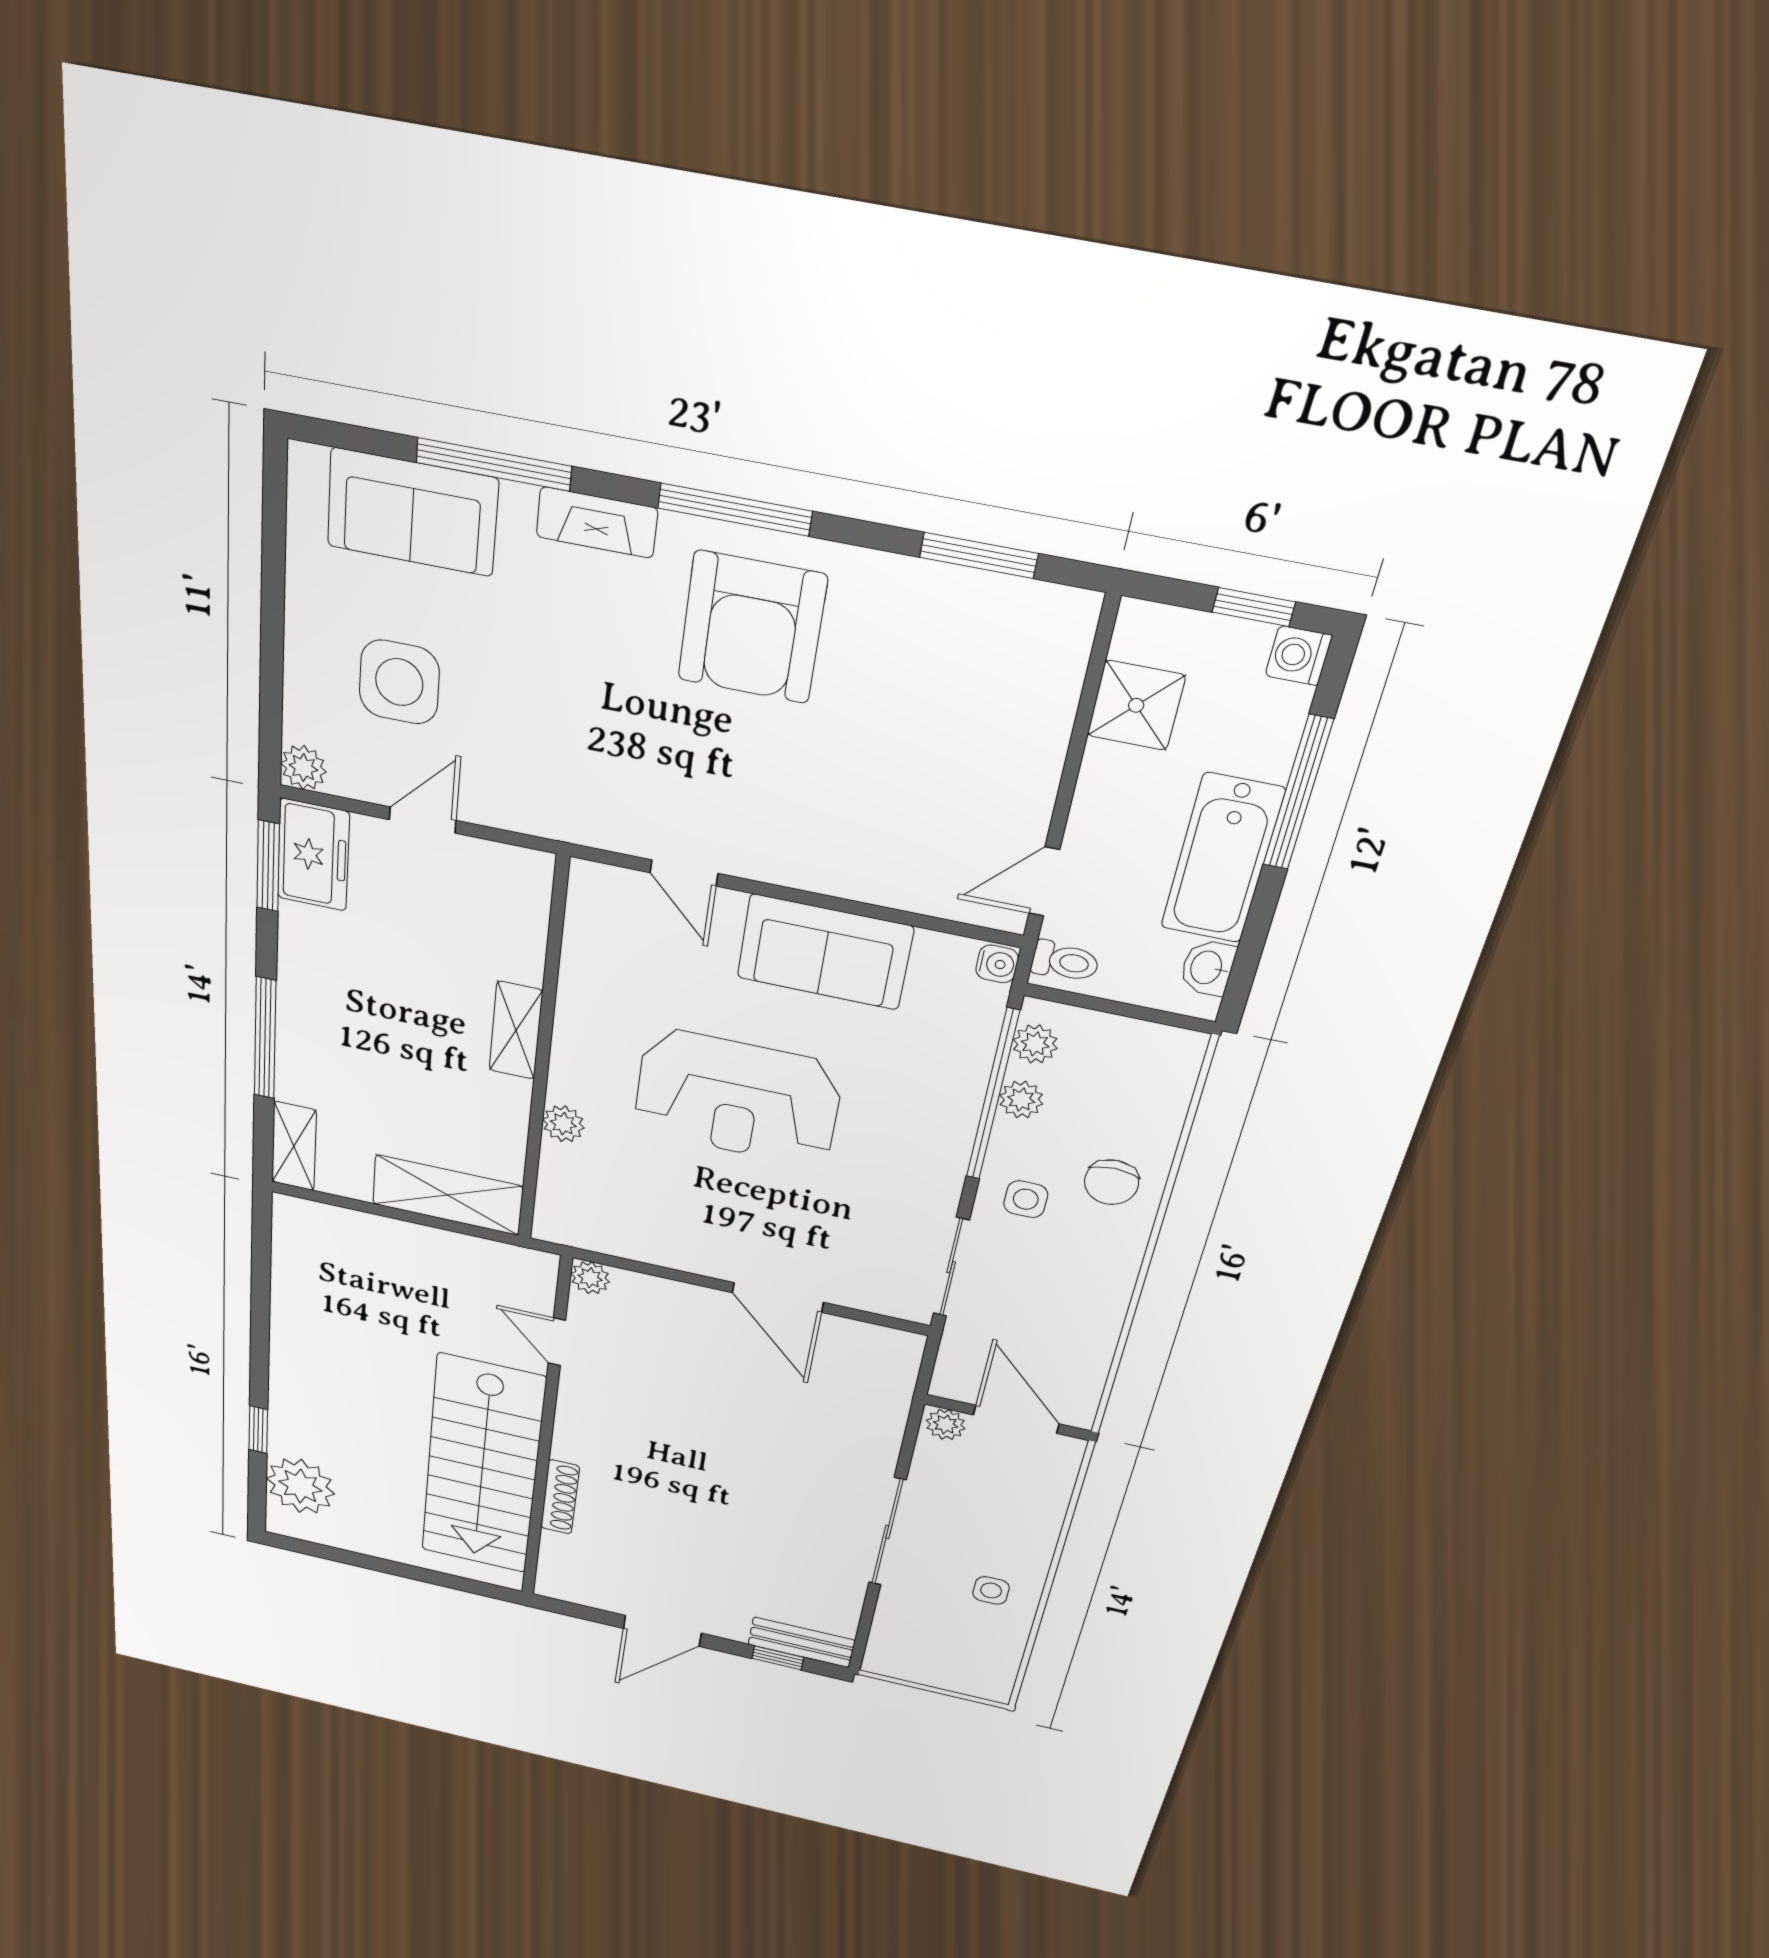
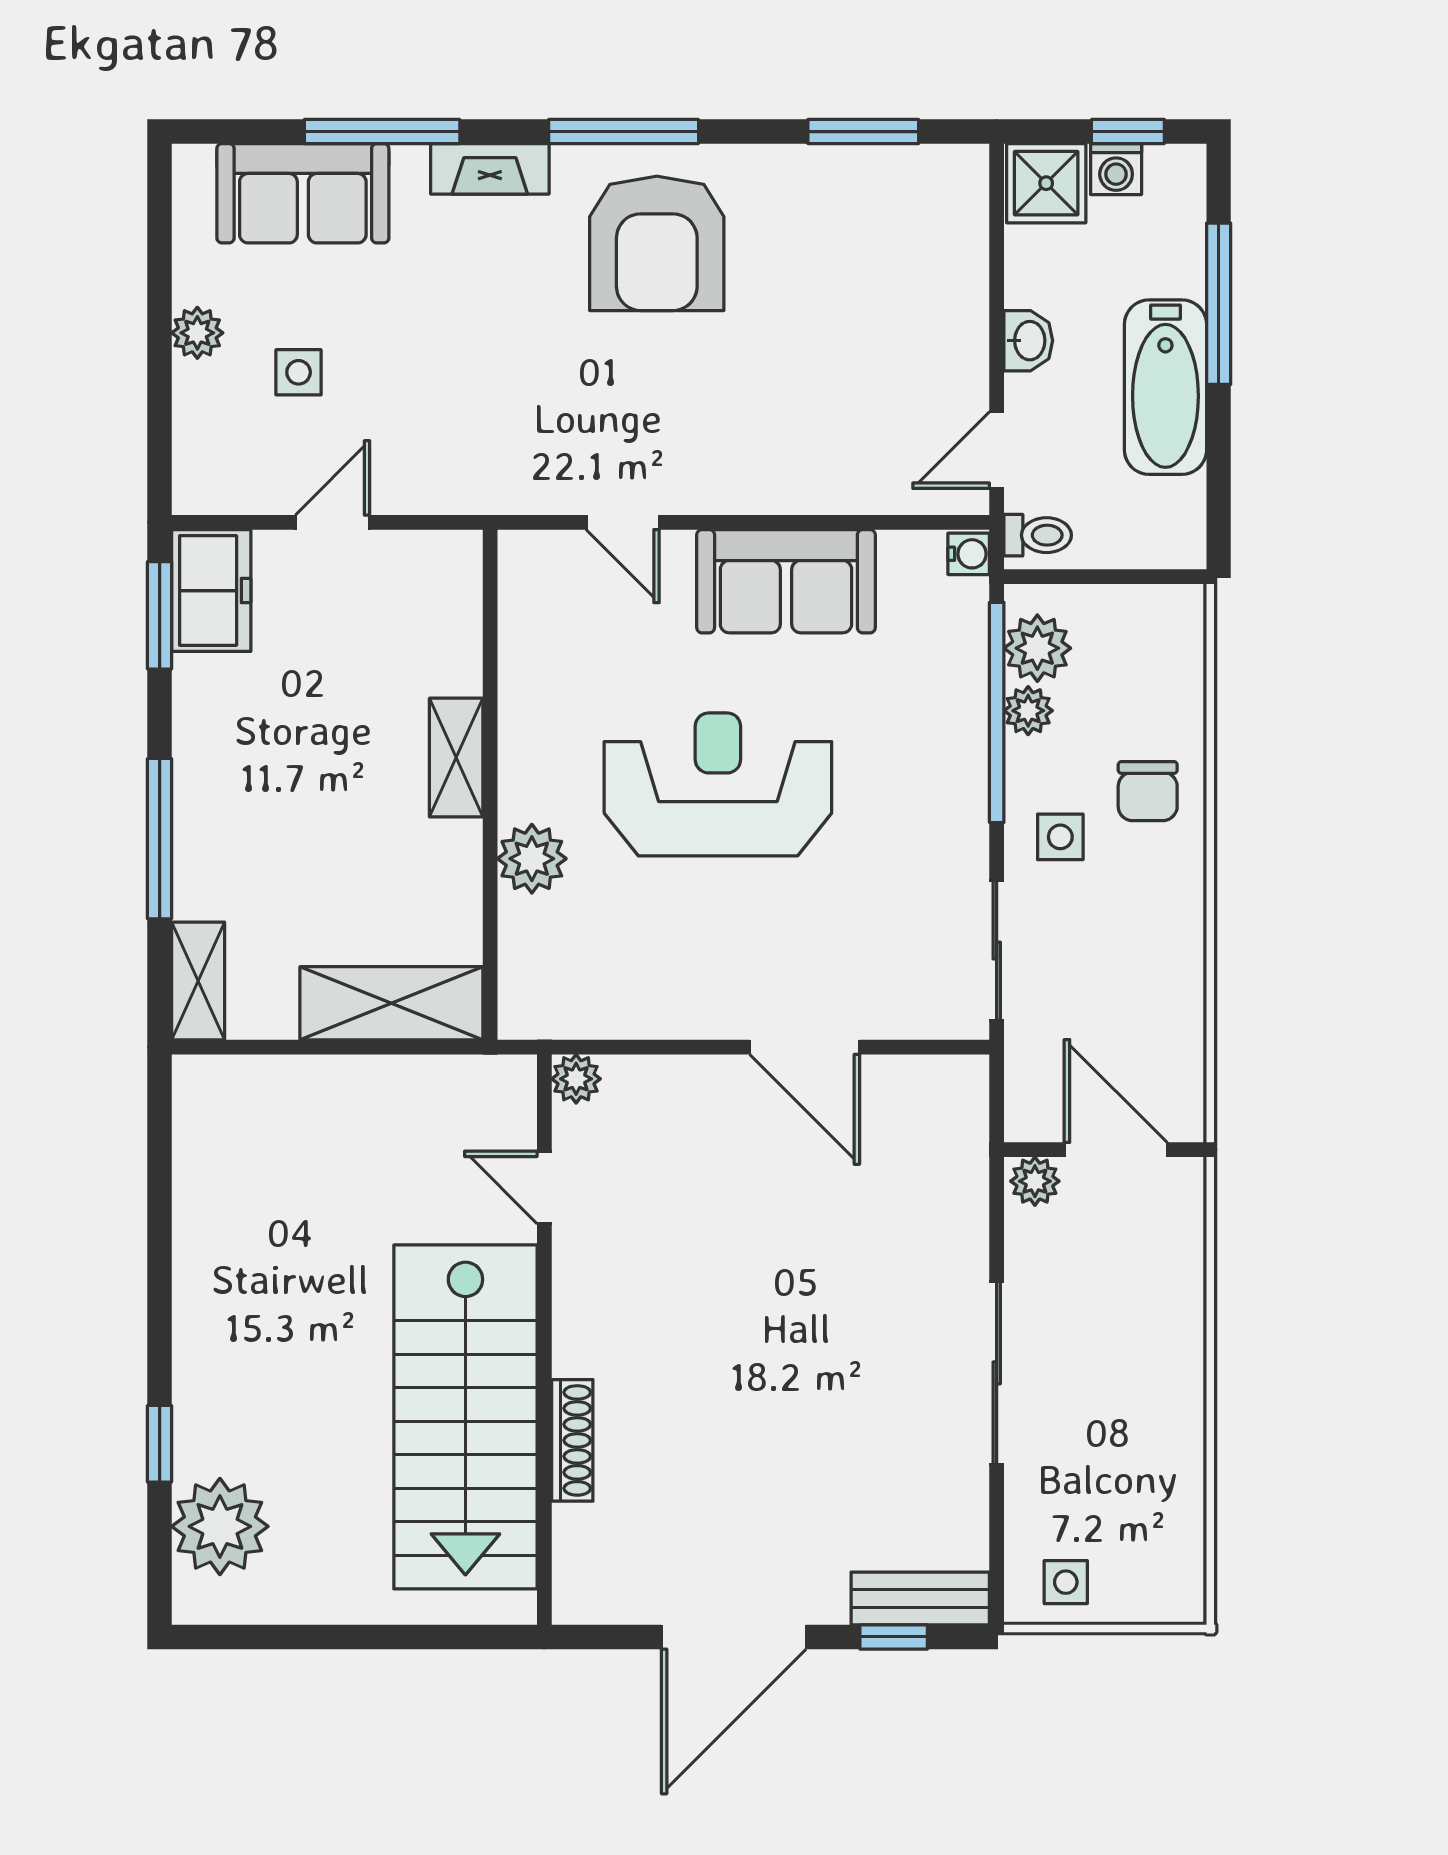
washing machine: (1299, 656) -> (1116, 169), moved, turned -90
side table: (399, 682) -> (299, 372), width x0.54, depth x0.54
shower: (1136, 705) -> (1046, 183), moved
plant: (303, 768) -> (197, 333), moved
washbasin: (1207, 968) -> (1028, 341), moved, turned 180
plant: (1035, 1044) -> (1037, 648), width x1.38, depth x1.38
reception desk: (737, 1098) -> (718, 784), turned 180
plant: (563, 1124) -> (532, 859), width x1.38, depth x1.38
side table: (991, 1590) -> (1066, 1582), moved
door: (662, 1631) -> (734, 1637), width x1.36

